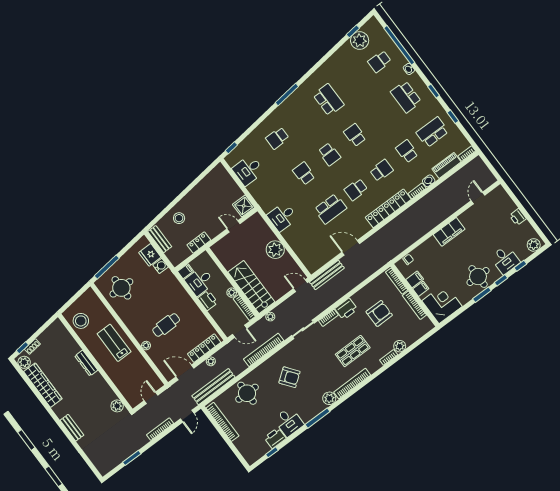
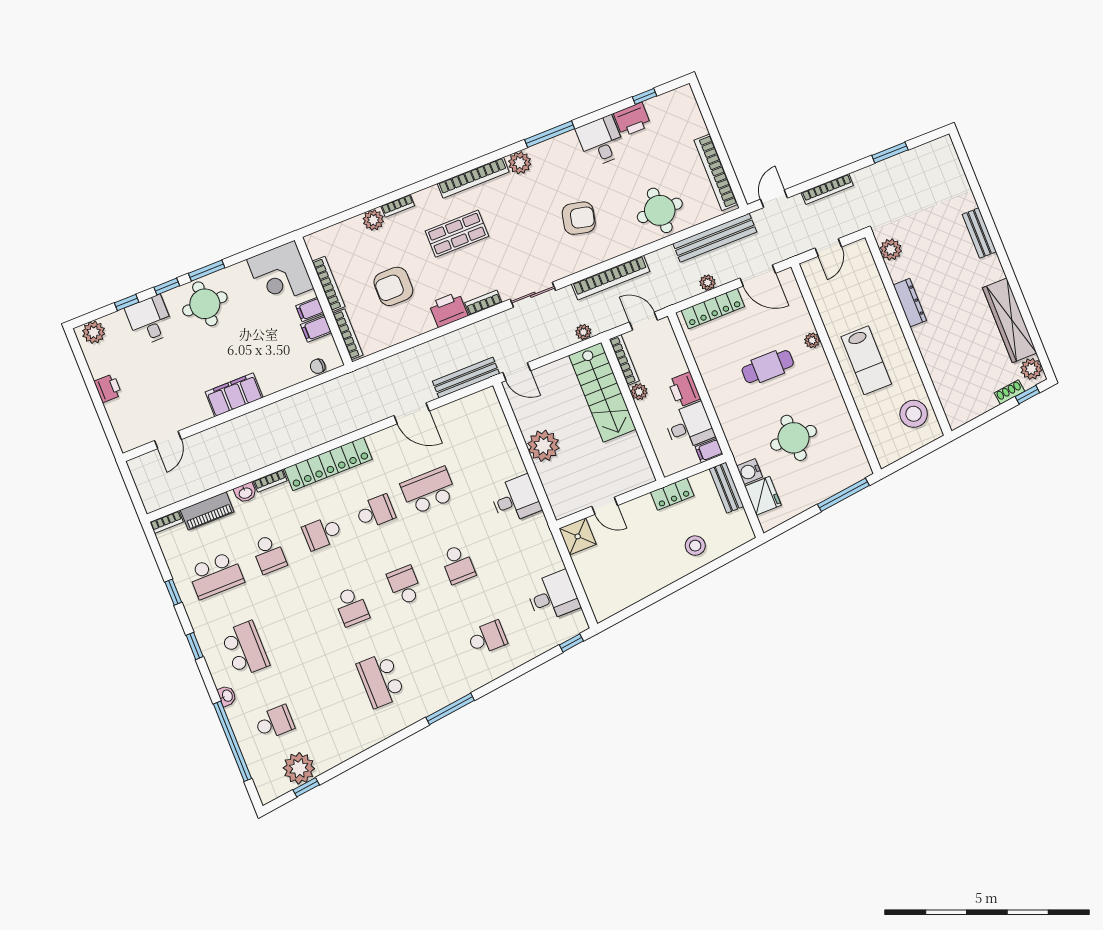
bench: (160, 239) -> (726, 488), moved
round table: (121, 288) -> (794, 438), moved
dresser: (86, 363) -> (910, 303), moved
armchair: (290, 377) -> (579, 218), turned 140

